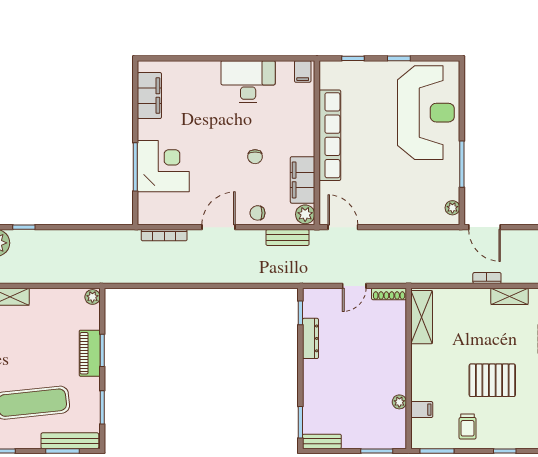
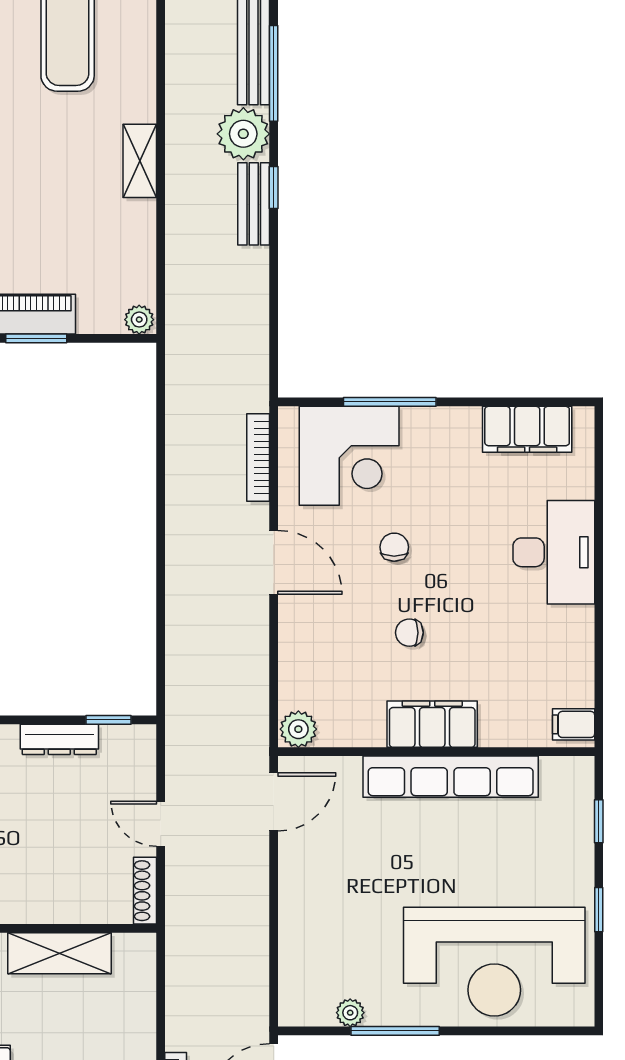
desk: (248, 82) -> (554, 552), moved
corner desk: (163, 166) -> (349, 456), moved
filing cabinet: (303, 180) -> (432, 724), moved
plant: (452, 208) -> (350, 1013), moved
chair: (257, 213) -> (394, 547), moved
bench: (287, 237) -> (254, 204), moved
shelving: (422, 317) -> (59, 953), moved

